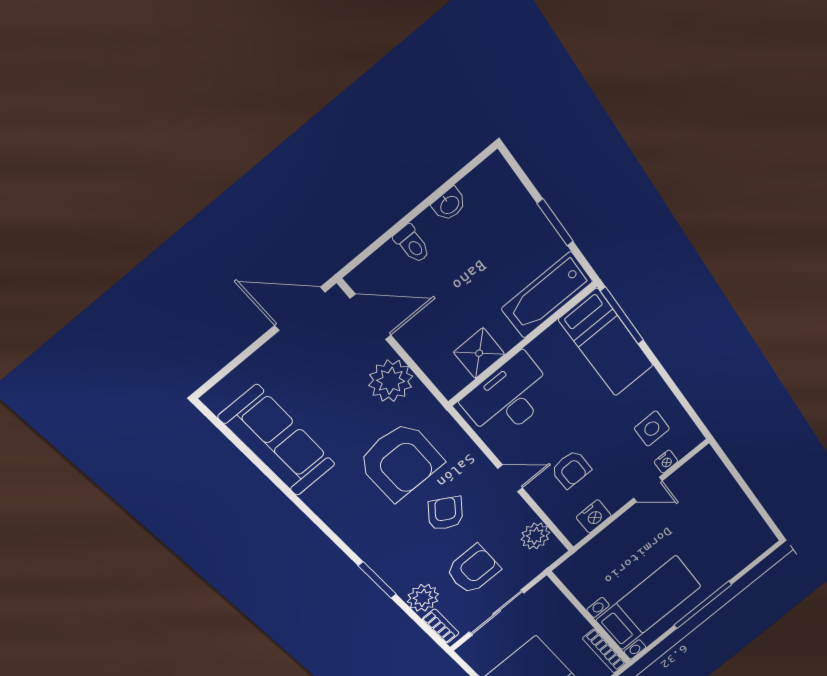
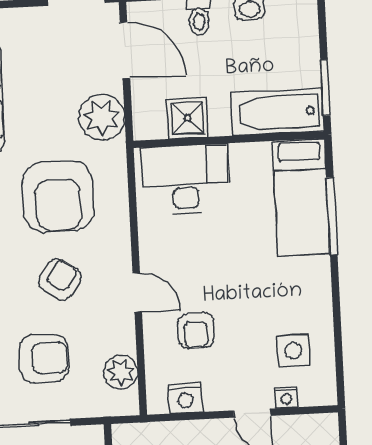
bathtub: (547, 295) -> (278, 112), moved
bed: (606, 343) -> (301, 197), moved
wall: (522, 344) -> (229, 140), moved
shower: (479, 353) -> (188, 118), moved
desk: (509, 398) -> (185, 179), moved

